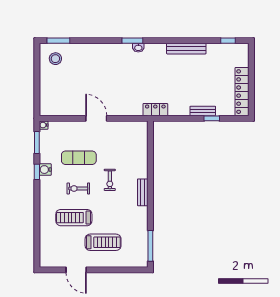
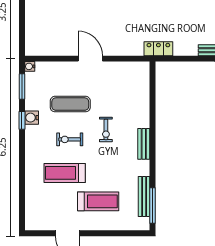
bench: (143, 238) -> (144, 196), added

